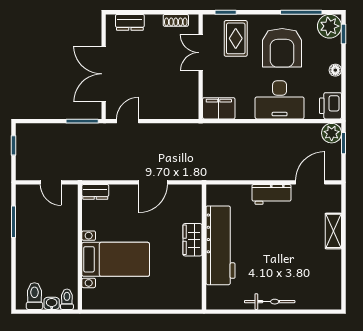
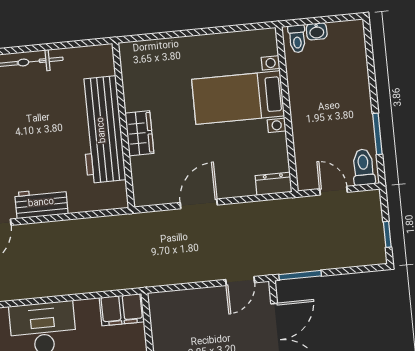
toilet: (34, 296) -> (363, 167), moved, turned 180

